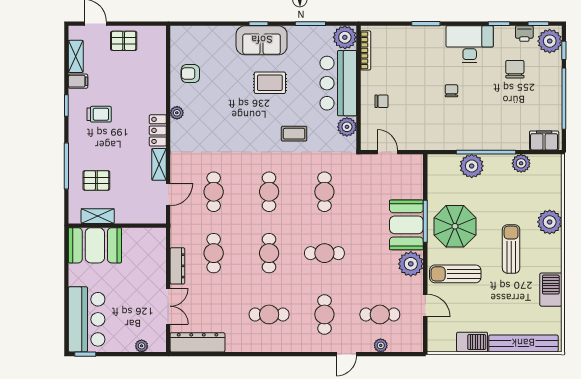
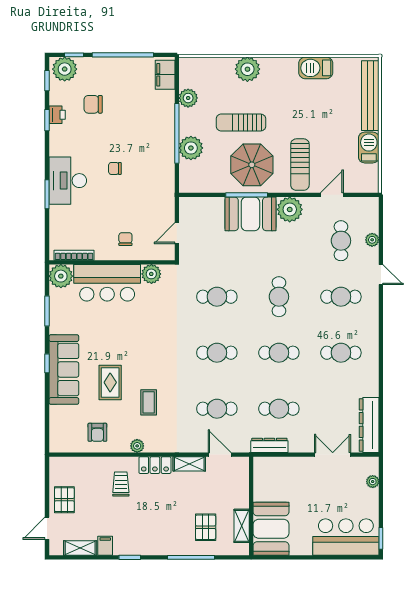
printer: (524, 34) -> (57, 115), moved
sofa: (262, 40) -> (64, 370), width x1.36
desk: (470, 44) -> (68, 181), moved
rug: (270, 83) -> (110, 382), moved
trolley: (99, 114) -> (121, 484), moved
coffee table: (294, 134) -> (149, 402), moved
sun lounger: (511, 249) -> (241, 123), moved
dresser: (177, 266) -> (269, 445), moved
cafe table: (269, 314) -> (341, 353), turned 90

